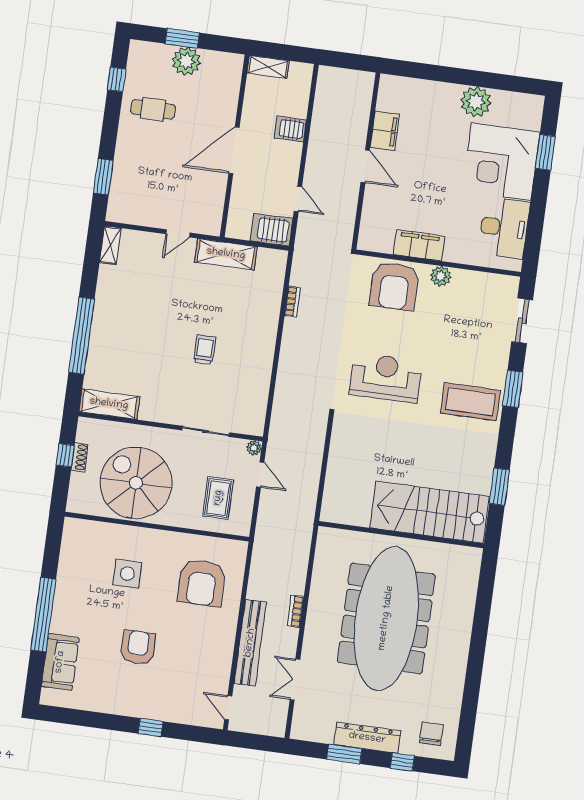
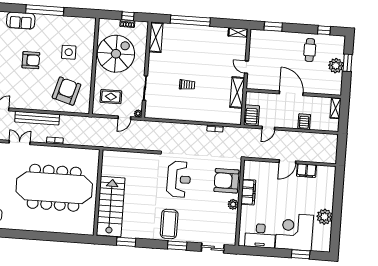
armchair: (202, 583) -> (67, 91), turned 106

